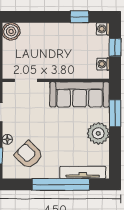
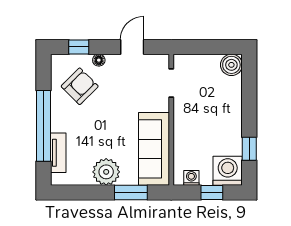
washing machine: (103, 29) -> (228, 171), width x1.89, depth x1.89
tv unit: (83, 172) -> (58, 153), width x0.71

